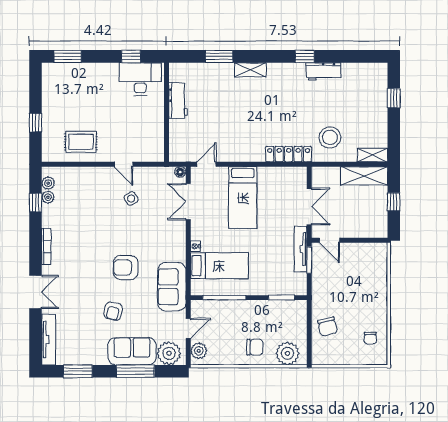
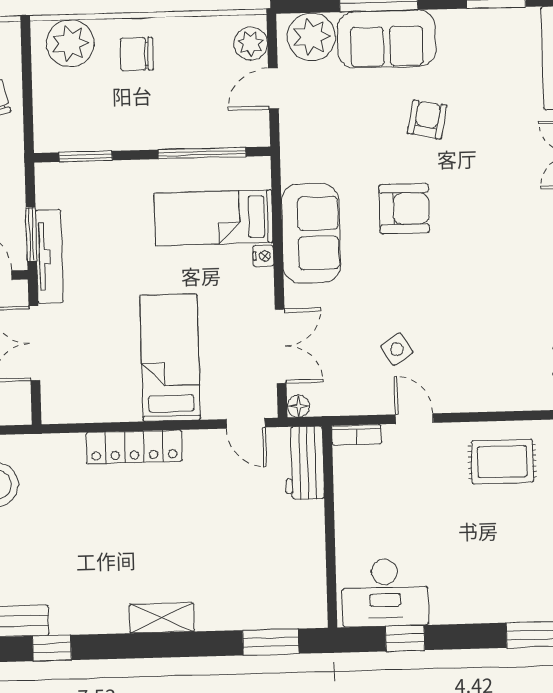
window: (219, 56) -> (271, 642), moved
workbench: (178, 101) -> (304, 463), moved
locker: (289, 154) -> (134, 447), moved
bookcase: (152, 157) -> (357, 435), added
door: (206, 164) -> (246, 423), hinge flipped
sofa: (172, 287) -> (311, 233), moved

